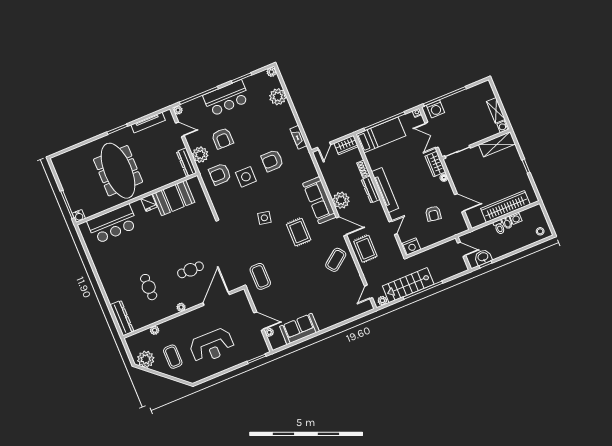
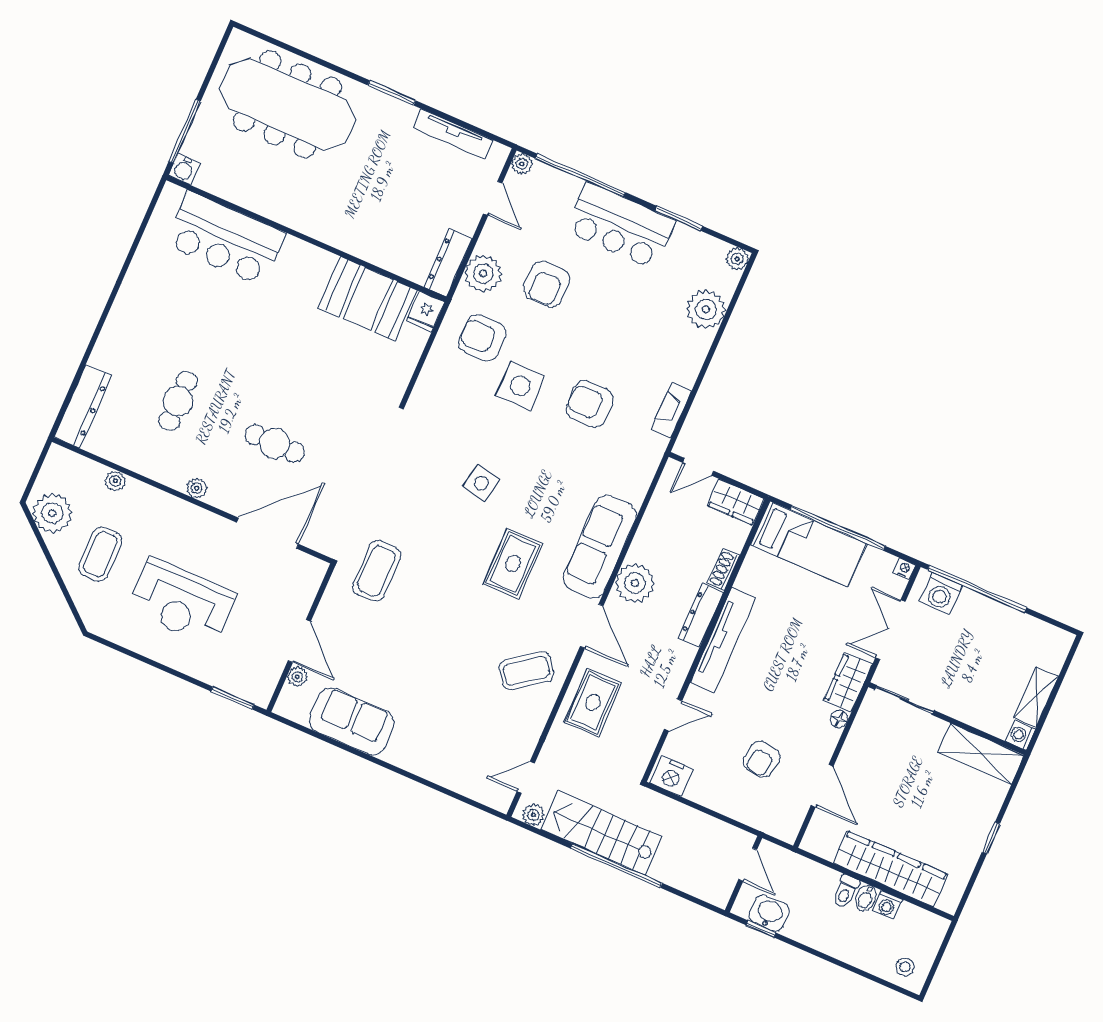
meeting table: (118, 171) -> (287, 104), moved, turned 90
fridge: (149, 203) -> (425, 311), moved

